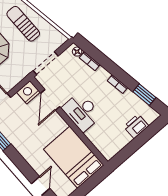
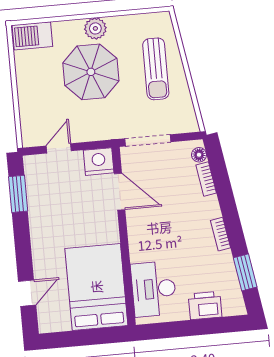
sun lounger: (23, 24) -> (156, 69), turned 180
door: (50, 100) -> (120, 192), swing flipped
desk: (82, 112) -> (154, 289), moved

